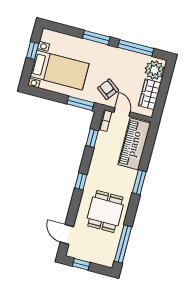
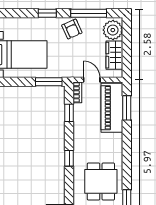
window: (96, 38) -> (47, 13), width x0.67
armchair: (108, 89) -> (72, 29), moved, turned -152
window: (139, 182) -> (127, 108), moved

